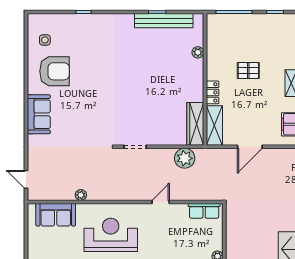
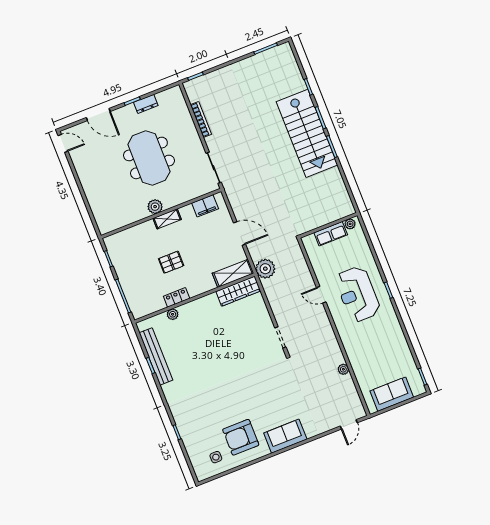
armchair: (55, 71) -> (241, 437), turned -90
pallet: (248, 71) -> (171, 262), turned 90
locker: (213, 92) -> (177, 297), moved
plant: (185, 158) -> (265, 269), moved
row of seats: (204, 211) -> (331, 234), moved, turned 90
sofa: (56, 215) -> (392, 394), moved, turned -90
reception desk: (111, 235) -> (358, 294), moved

